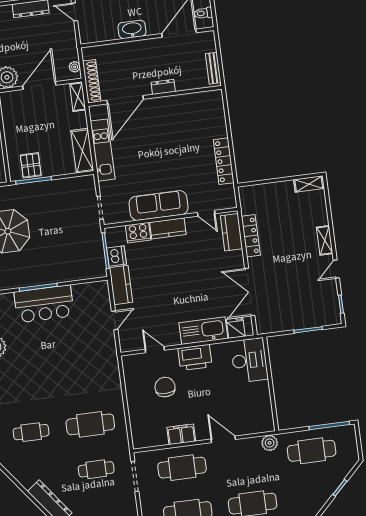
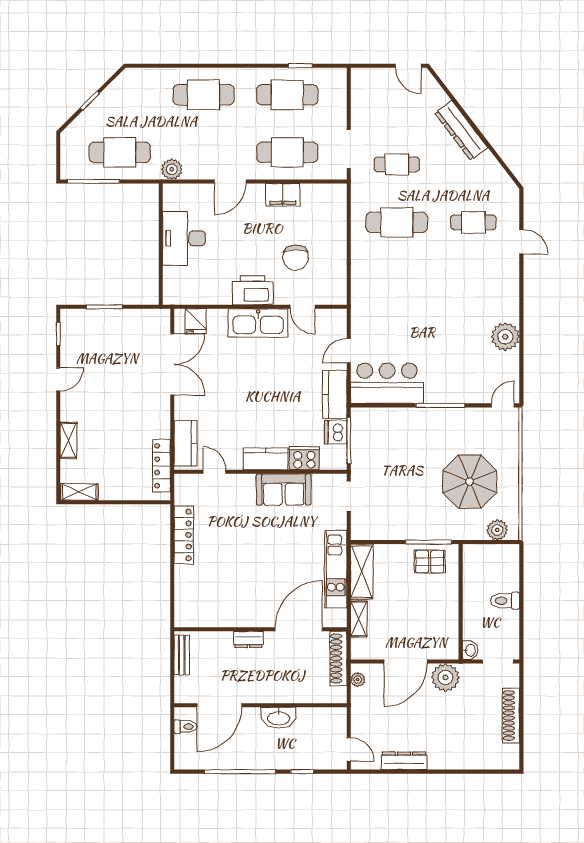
shelving: (78, 97) -> (359, 619), moved
pallet: (31, 165) -> (430, 562), turned 90
sofa: (159, 205) -> (284, 489), width x0.73
locker: (251, 236) -> (161, 466), moved
shelving: (325, 240) -> (68, 440), moved
bar counter: (44, 304) -> (387, 383), moved
kitchen sink: (203, 331) -> (258, 323), moved
desk: (249, 360) -> (184, 238), moved
door: (223, 439) -> (230, 181), hinge flipped

